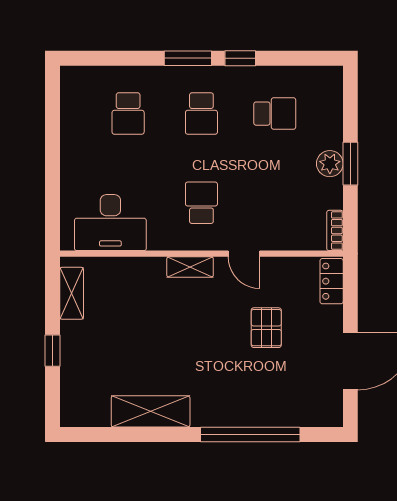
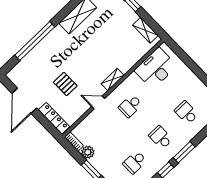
plant: (330, 164) -> (88, 152), moved
school desk: (201, 203) -> (130, 106), turned 90
locker: (332, 281) -> (54, 118), width x1.53

